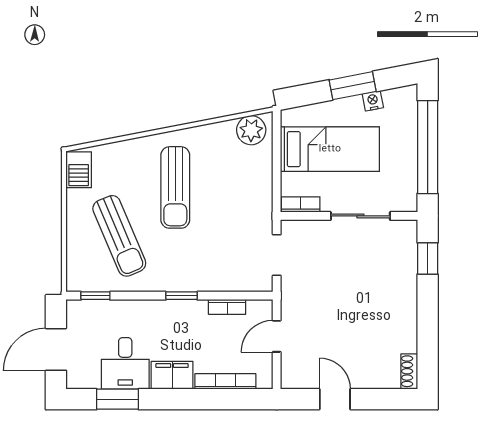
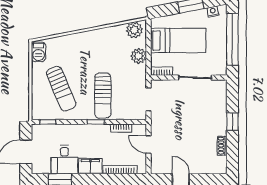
nightstand: (373, 101) -> (213, 11), moved
plant: (259, 177) -> (139, 56), added
sun lounger: (175, 187) -> (103, 96), moved
window: (428, 259) -> (232, 122), moved
door: (277, 336) -> (149, 144), hinge flipped
shoe rack: (409, 371) -> (222, 146), moved

